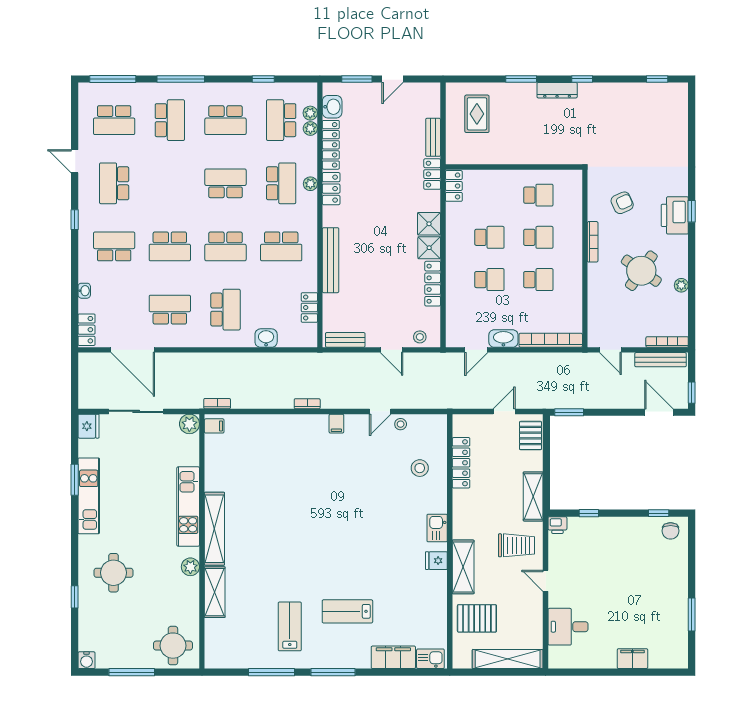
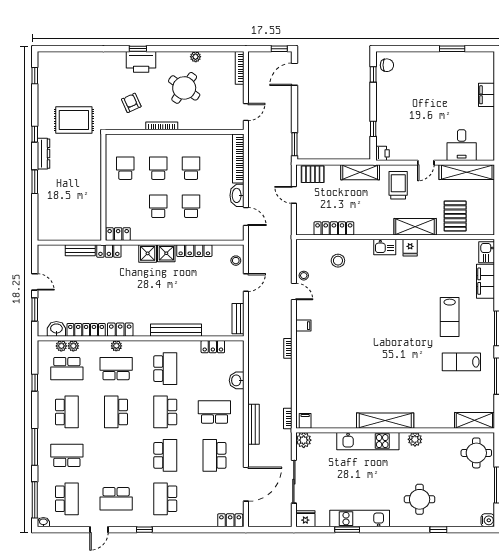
rug: (477, 114) -> (74, 120), moved, width x1.36, depth x1.43
school desk: (226, 246) -> (165, 412), turned 180
washbasin: (84, 291) -> (43, 522), moved
bench: (661, 360) -> (254, 424), moved
shelving: (215, 592) -> (474, 420), moved
shelving: (508, 659) -> (467, 172), moved, turned 90

